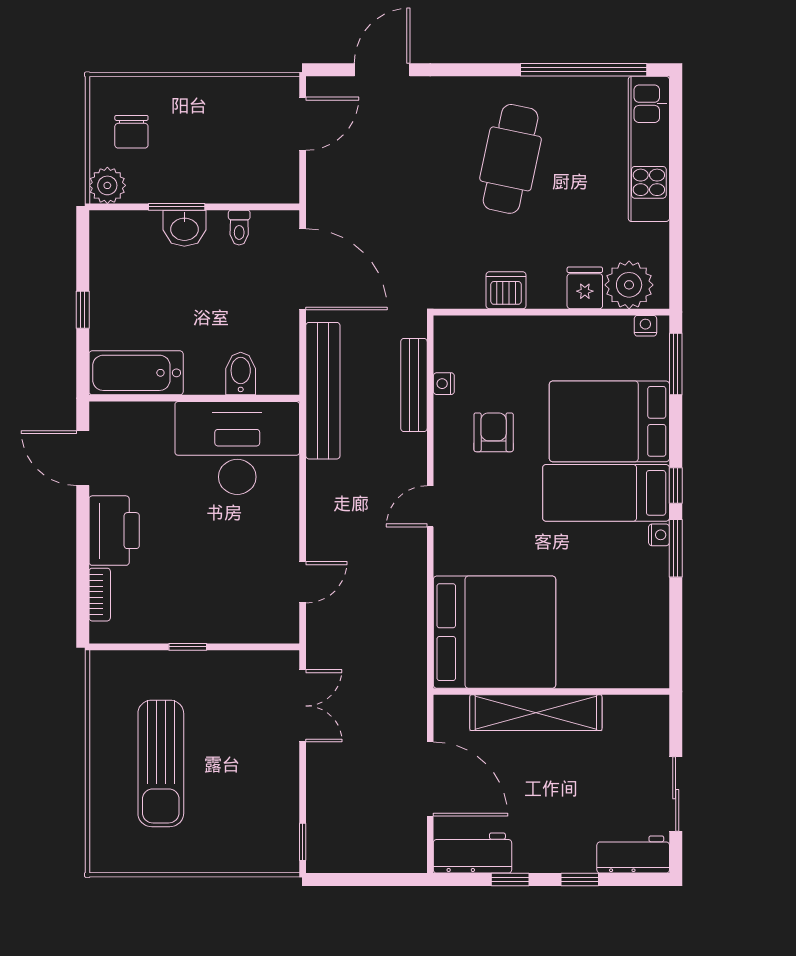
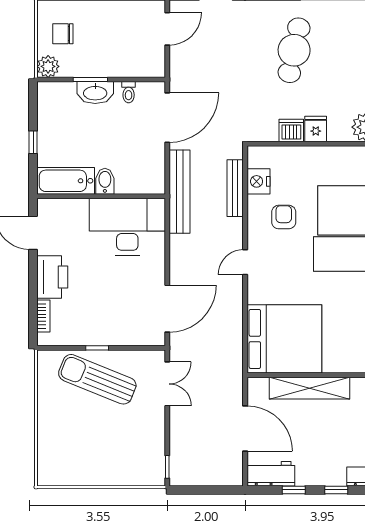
chair: (131, 132) -> (63, 34), turned 90
washbasin: (184, 228) -> (95, 93), width x1.38
door: (303, 269) -> (167, 118), hinge flipped
fridge: (585, 288) -> (316, 129), moved
bidet: (241, 374) -> (105, 181), moved
nightstand: (444, 384) -> (258, 181), width x1.89, depth x1.79
door: (303, 582) -> (167, 309), width x1.88
sun lounger: (161, 763) -> (97, 379), moved, turned 112

